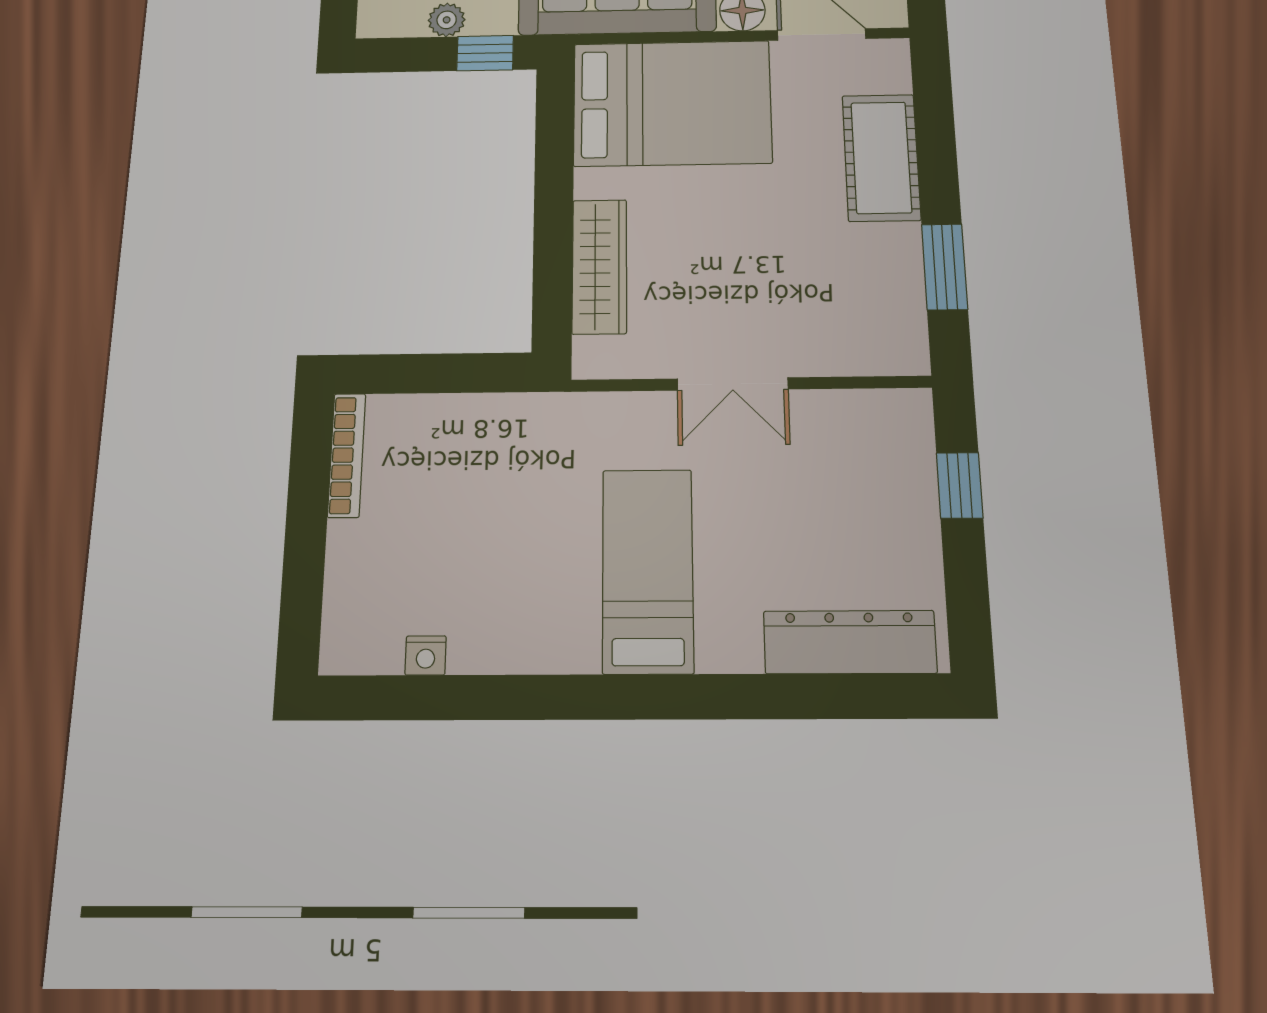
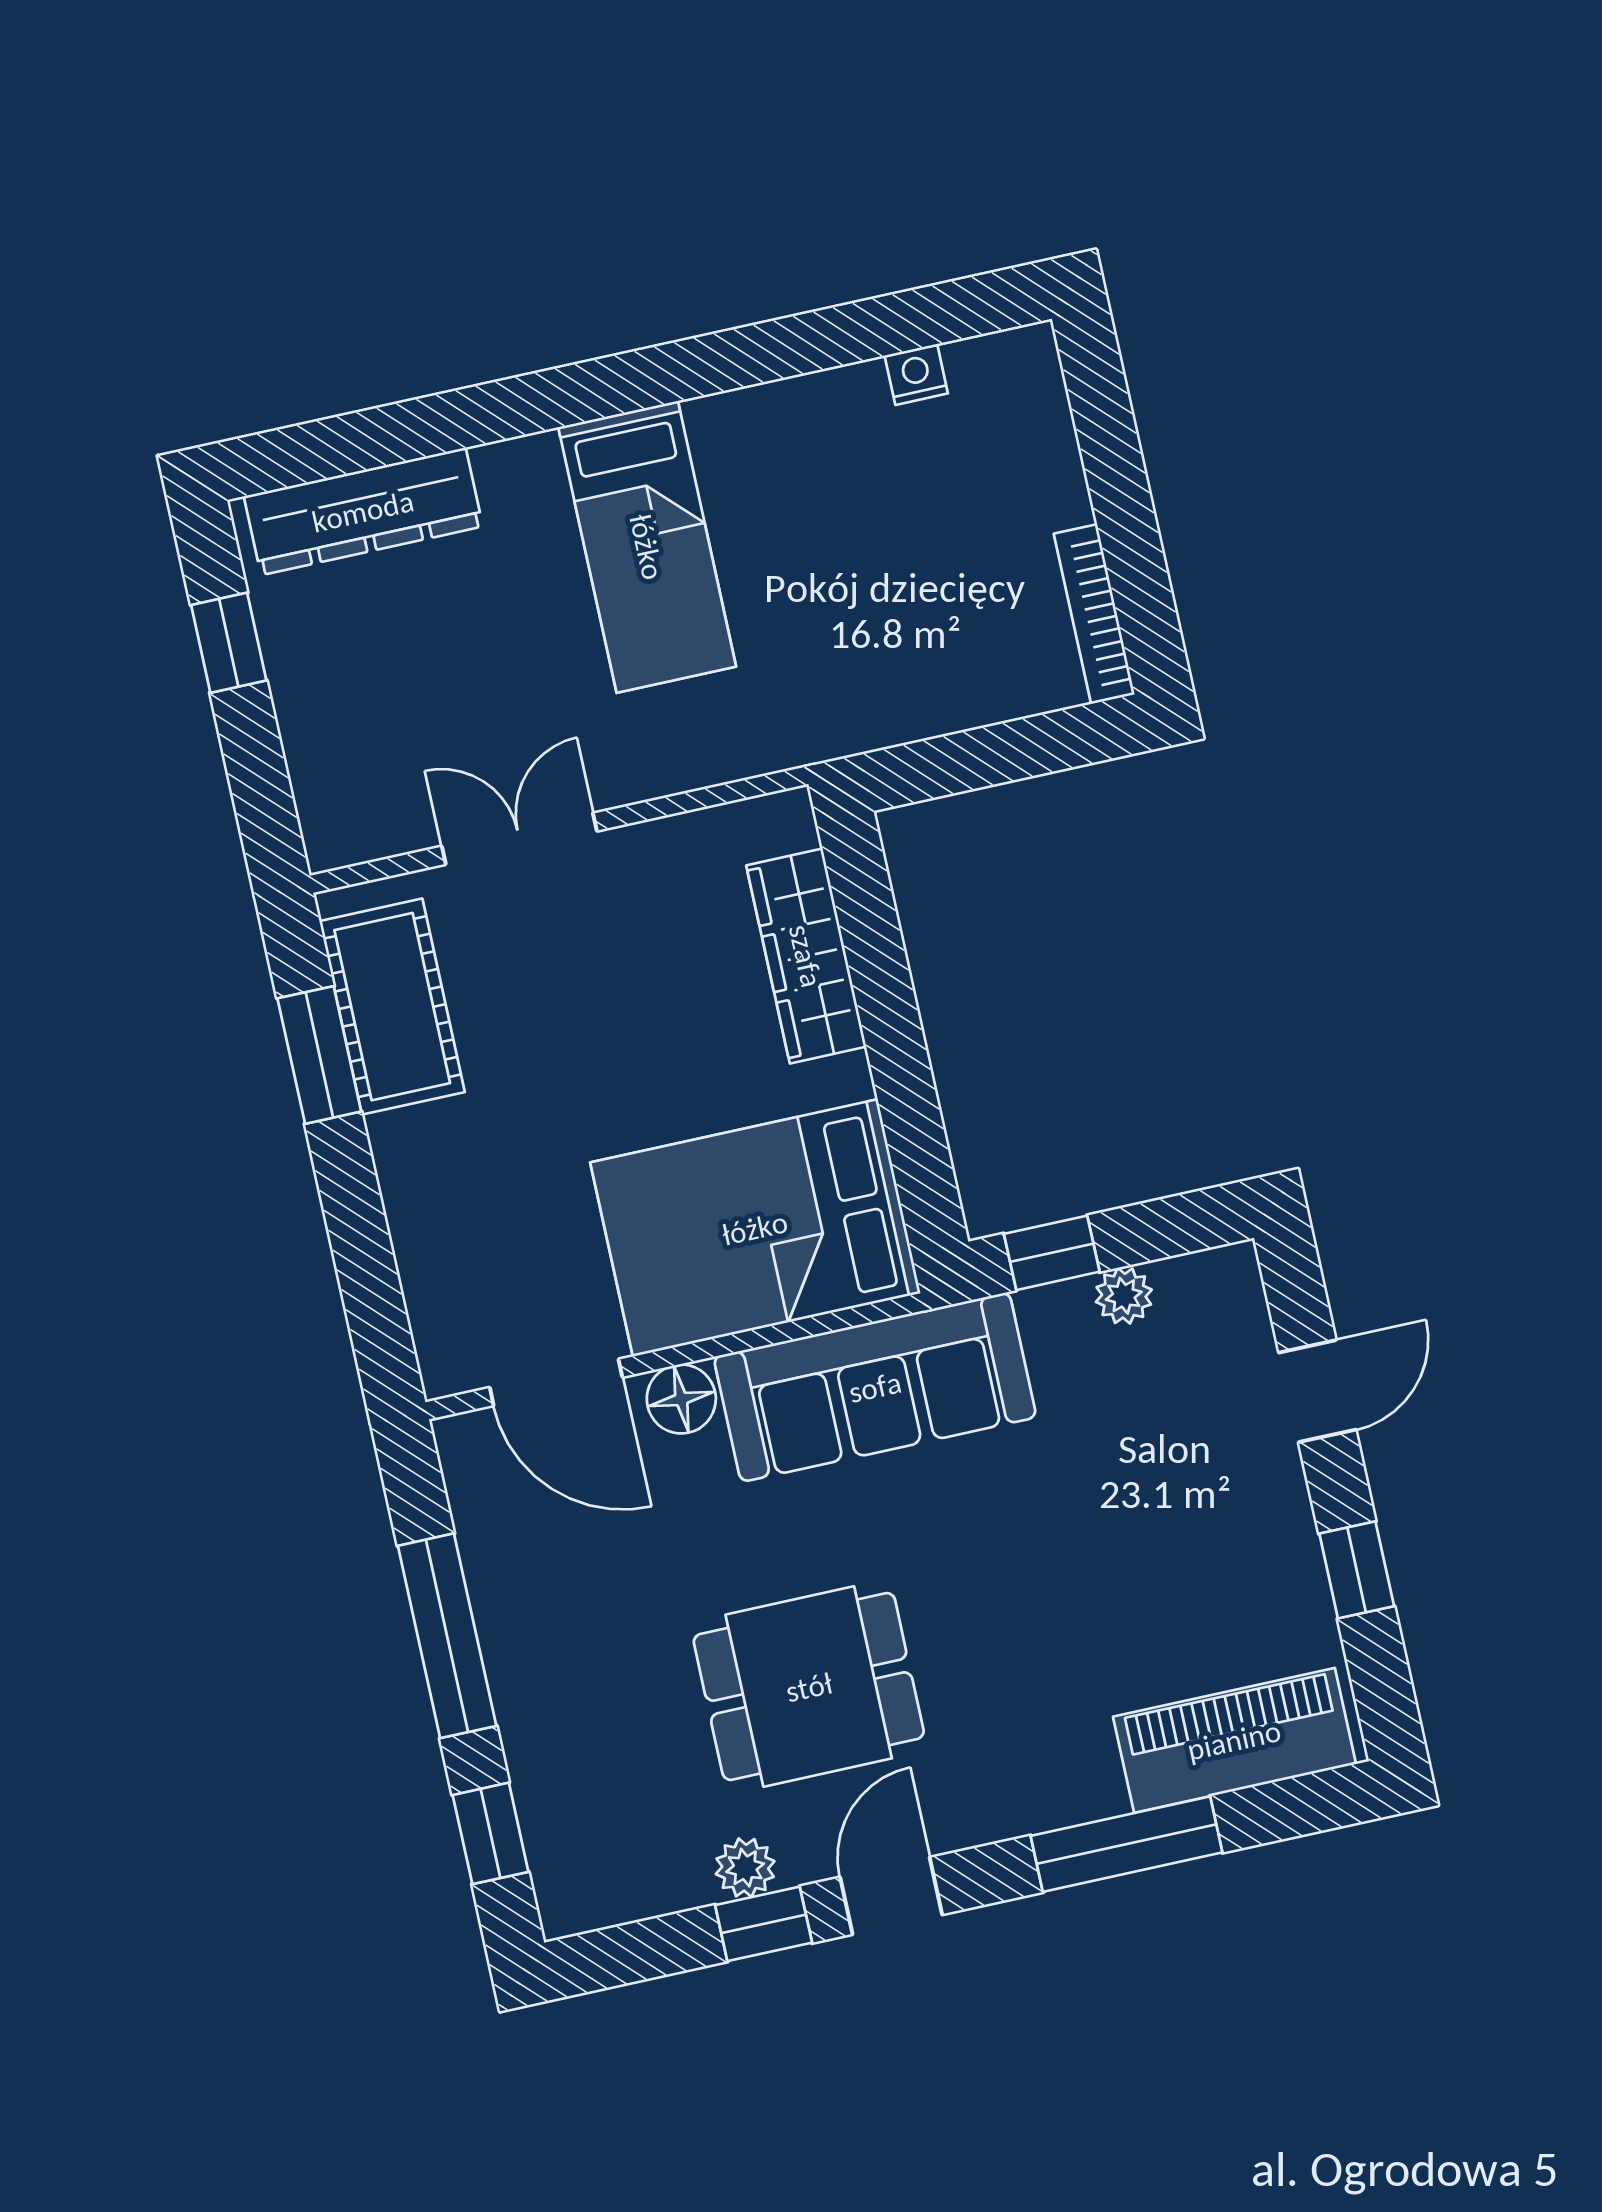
cot: (881, 157) -> (392, 1007), moved
double door: (733, 384) -> (519, 839), moved
window: (960, 485) -> (229, 643), moved

